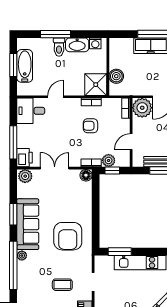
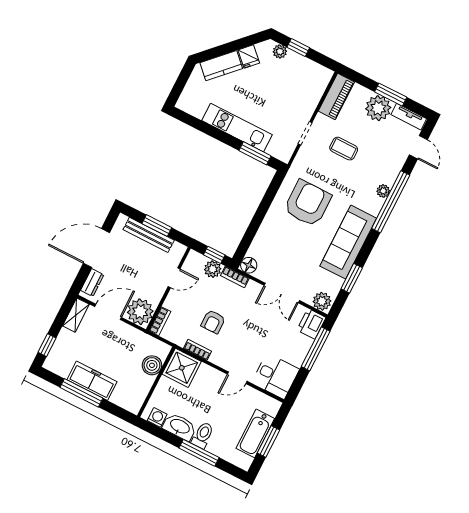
armchair: (90, 126) -> (213, 322), turned 90
window: (13, 214) -> (352, 278), moved
plant: (22, 256) -> (383, 191), moved

